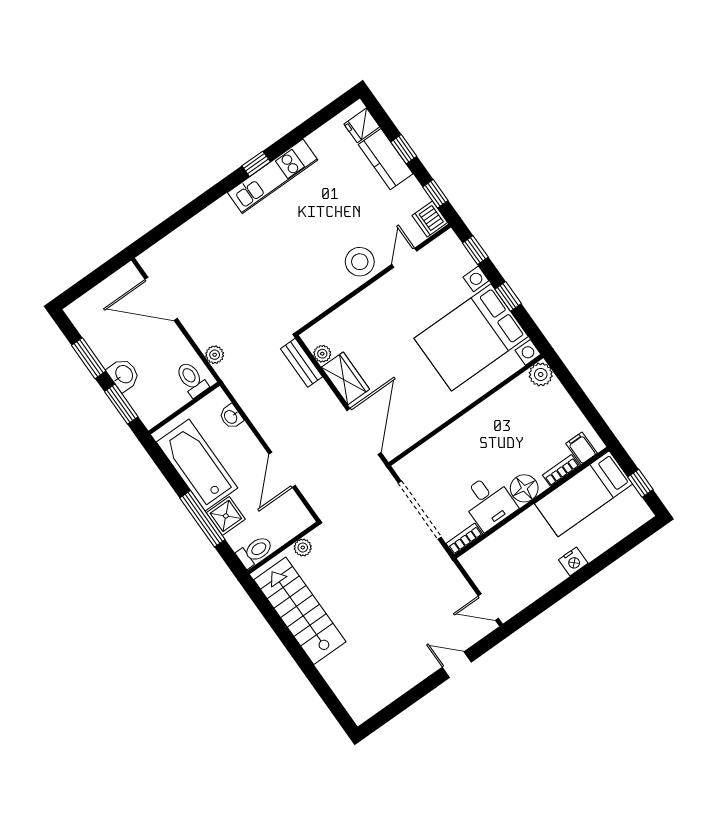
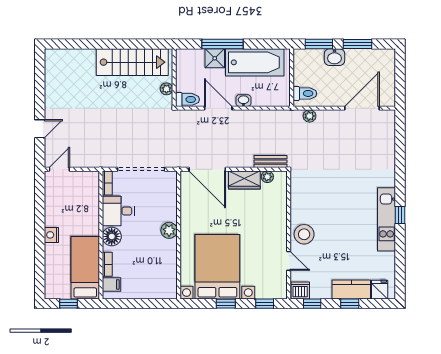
plant: (541, 374) -> (169, 230), moved
washbasin: (231, 417) -> (243, 101), moved
toilet: (255, 552) -> (187, 99), moved, turned -90

